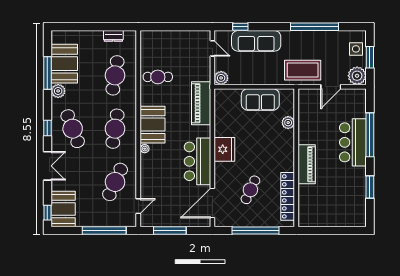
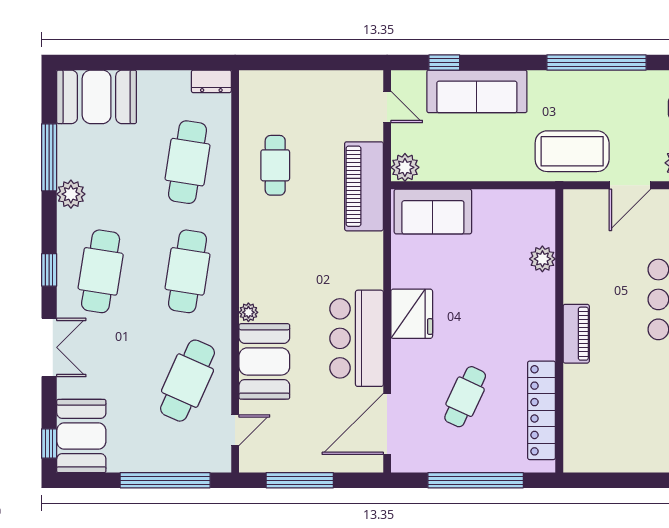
dresser: (113, 36) -> (211, 81), moved
booth: (64, 64) -> (97, 97), moved, turned 90
cafe table: (158, 77) -> (275, 165), turned 90
sofa: (260, 99) -> (433, 211), moved
piano: (201, 103) -> (364, 186), moved
booth: (152, 125) -> (264, 361), moved
cafe table: (73, 129) -> (101, 271), turned 30
piano: (307, 164) -> (576, 334), width x0.73, depth x0.75

